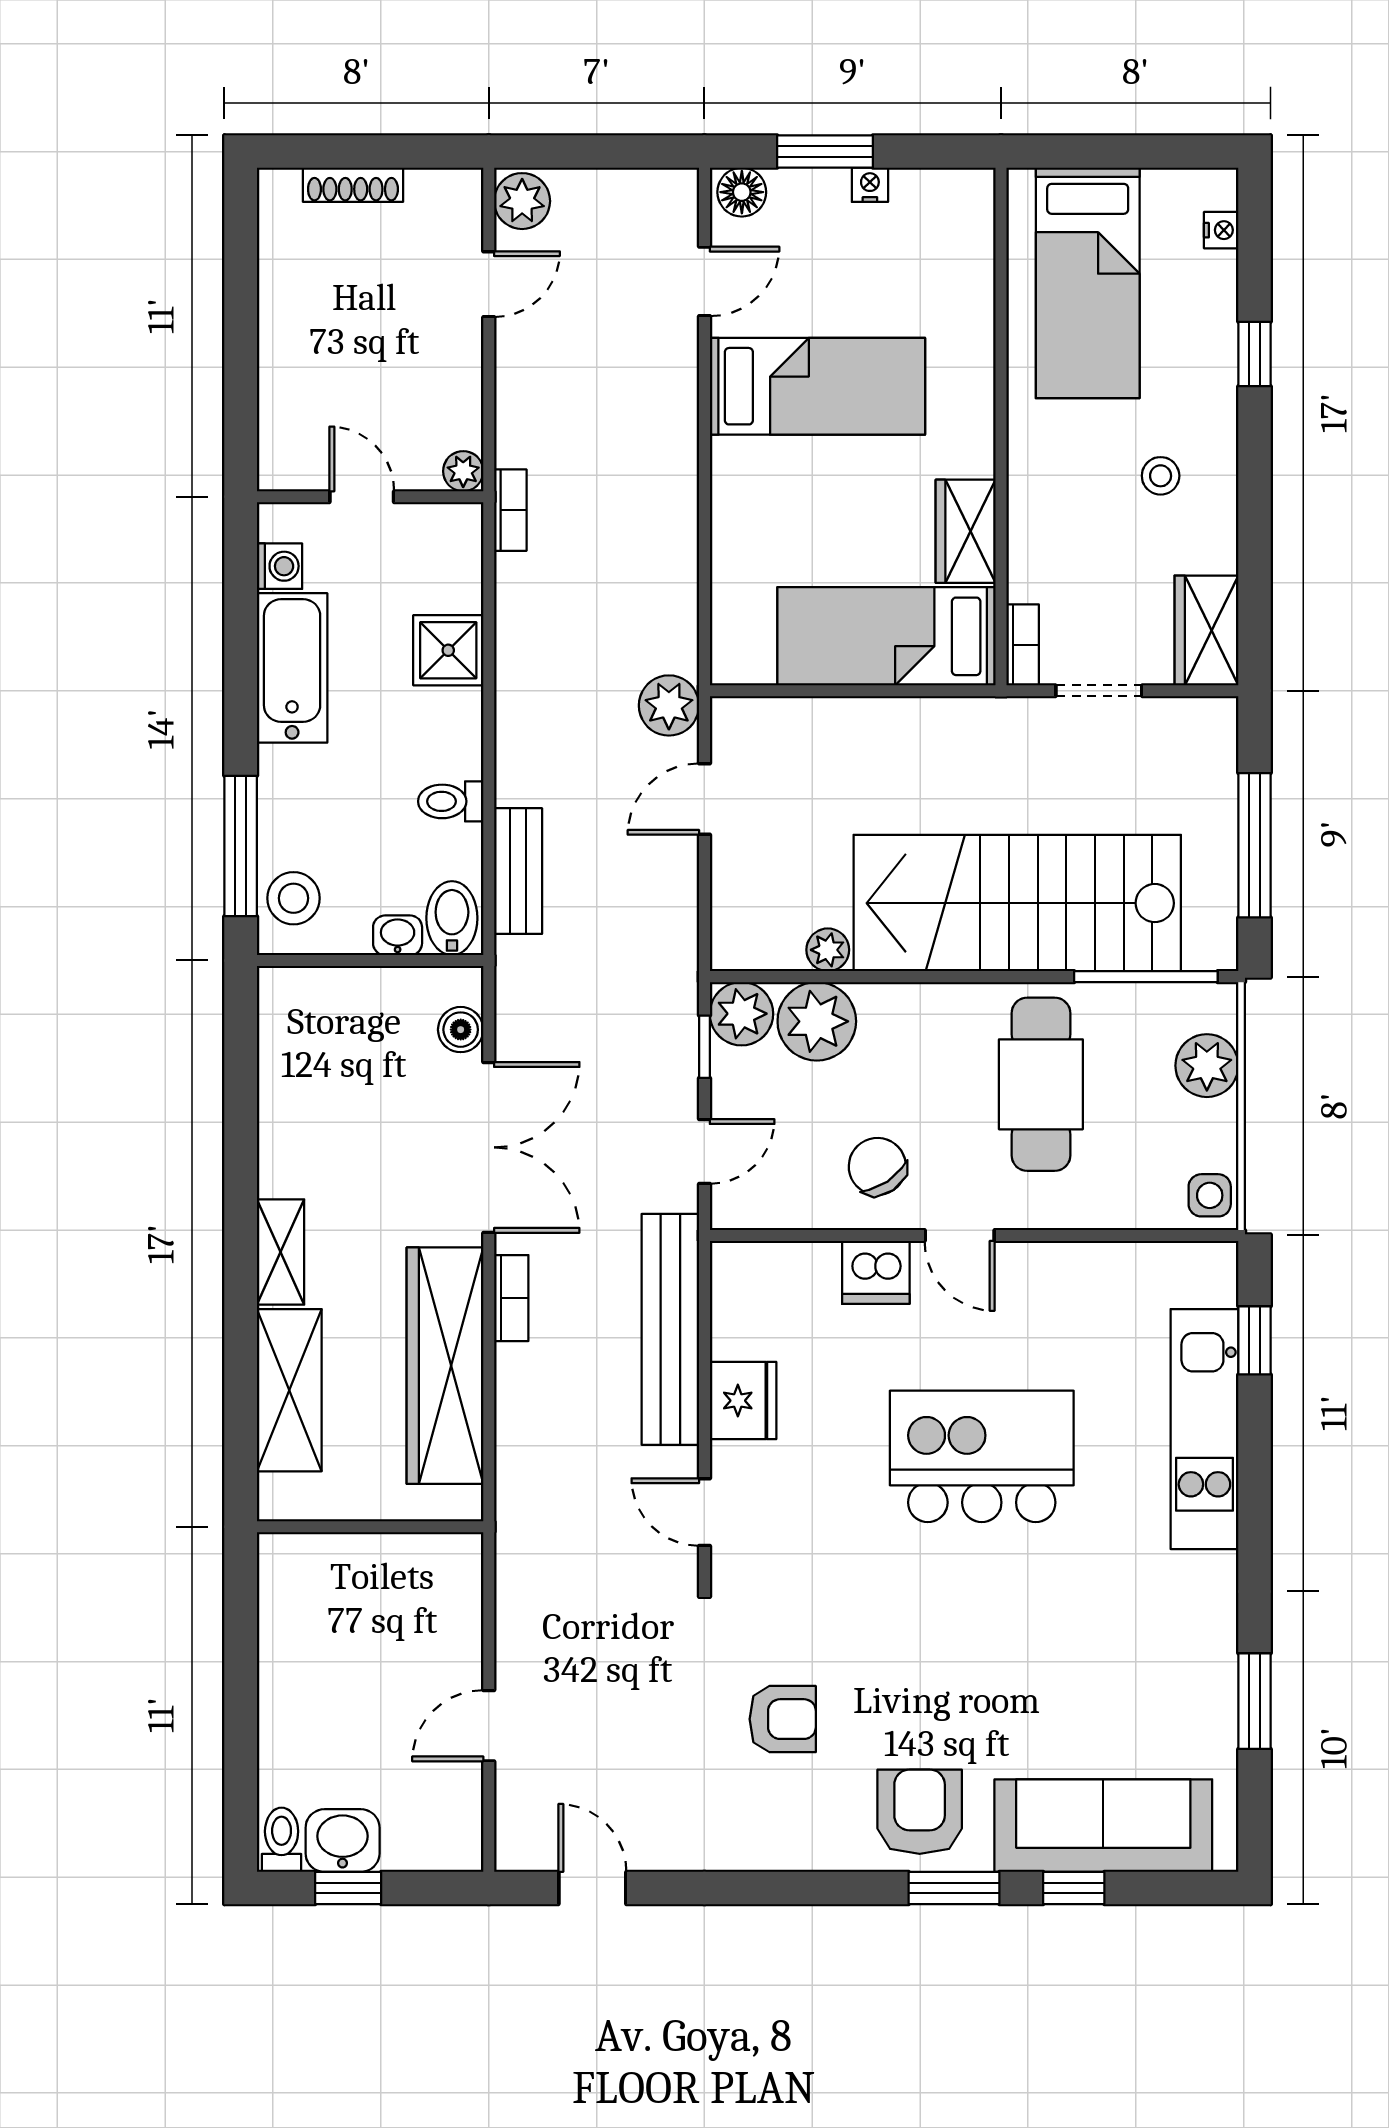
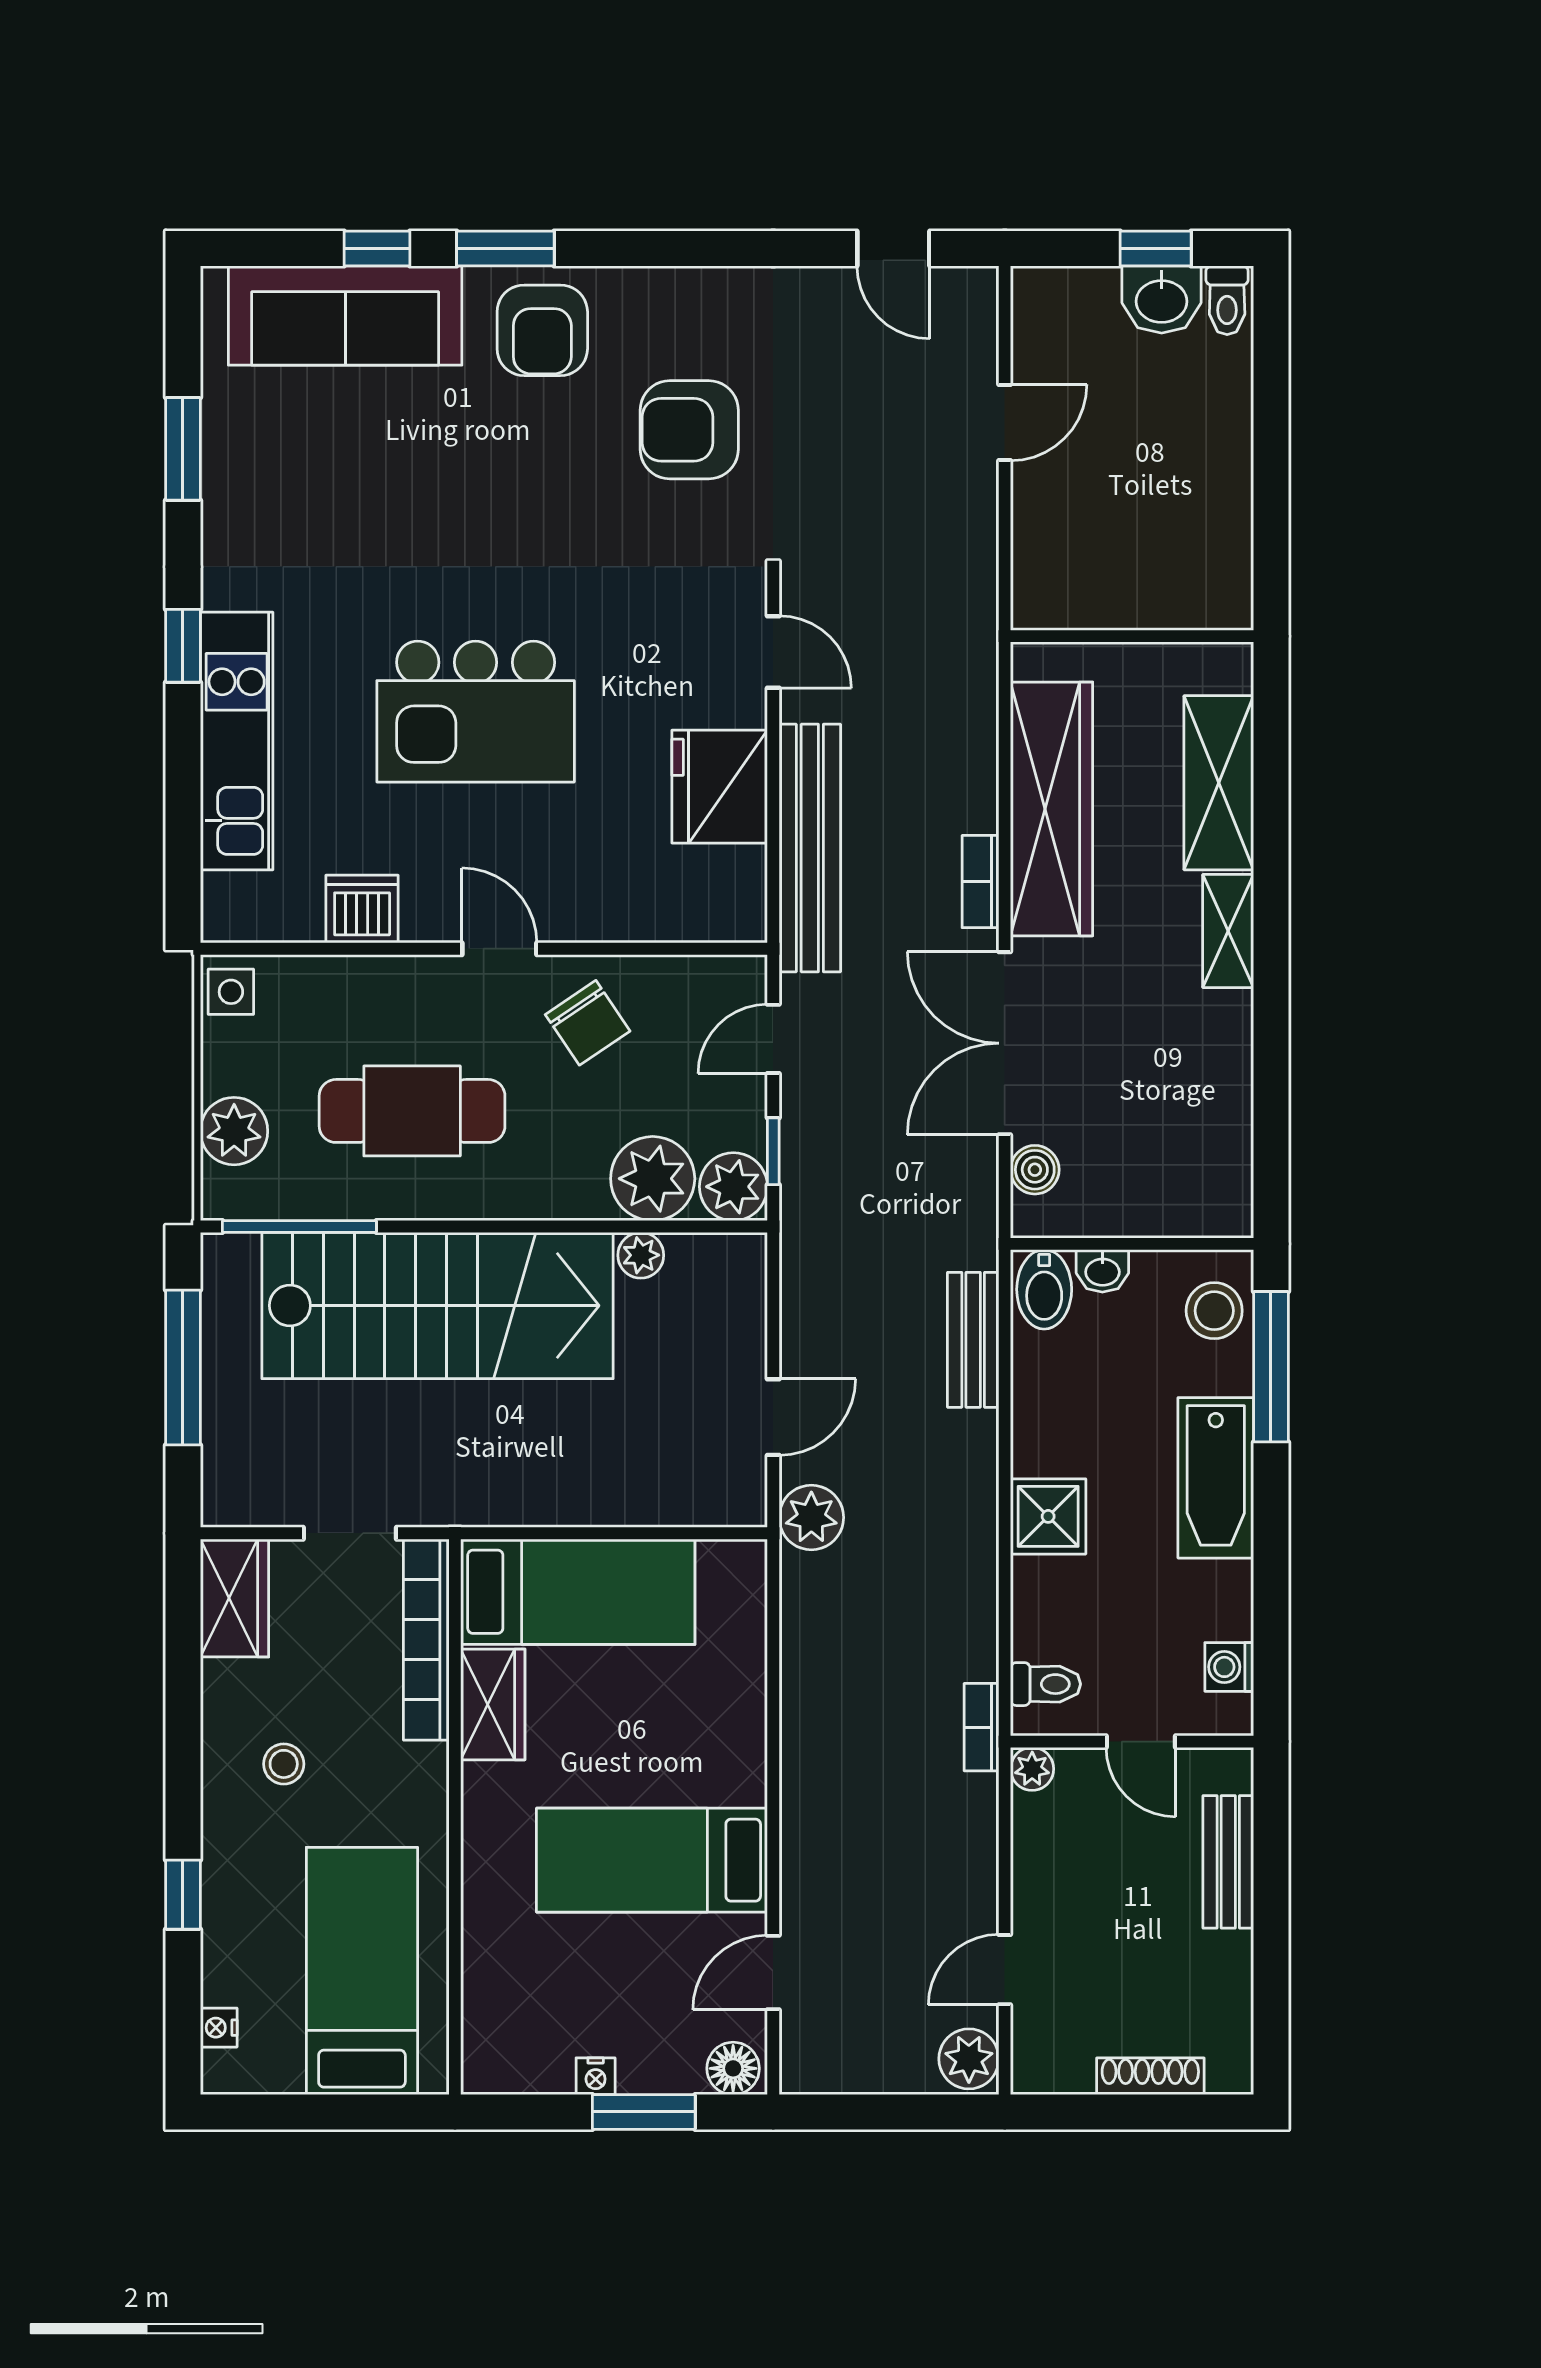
bench: (280, 385) -> (1228, 1862), added
bookcase: (1023, 645) -> (426, 1640), width x2.31, depth x1.31
shower: (448, 650) -> (1048, 1516), moved
bathtub: (292, 668) -> (1216, 1478), moved
toilet: (451, 801) -> (1046, 1684), moved
cafe table: (1041, 1084) -> (412, 1111), turned 90
dishwasher: (876, 1272) -> (362, 909), moved
window: (1254, 1340) -> (183, 646), moved
fridge: (743, 1401) -> (720, 787), width x1.36, depth x1.34
armchair: (783, 1719) -> (689, 430), width x1.38, depth x1.38

